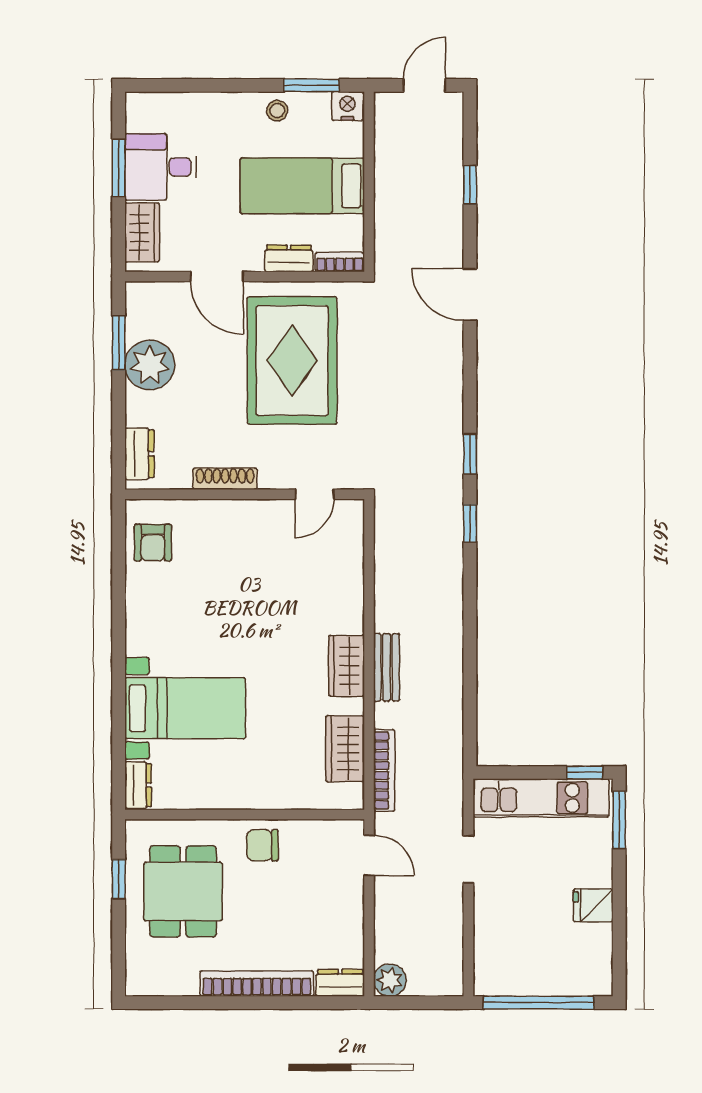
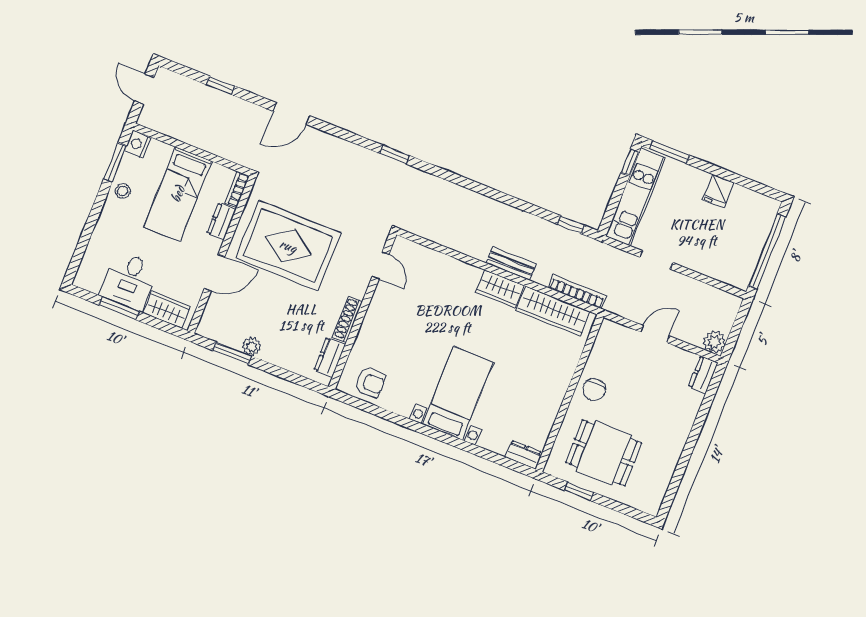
plant: (150, 365) -> (252, 346), width x0.53, depth x0.53
dresser: (139, 454) -> (330, 357), moved, turned -90
window: (470, 523) -> (571, 225), moved
bed with nightstands: (185, 708) -> (458, 393), moved
wardrobe: (345, 749) -> (553, 311), width x1.50
door: (369, 855) -> (655, 334), moved
bookcase: (257, 984) -> (682, 429), removed

